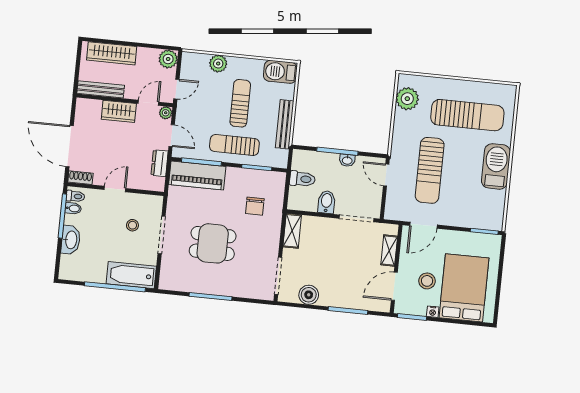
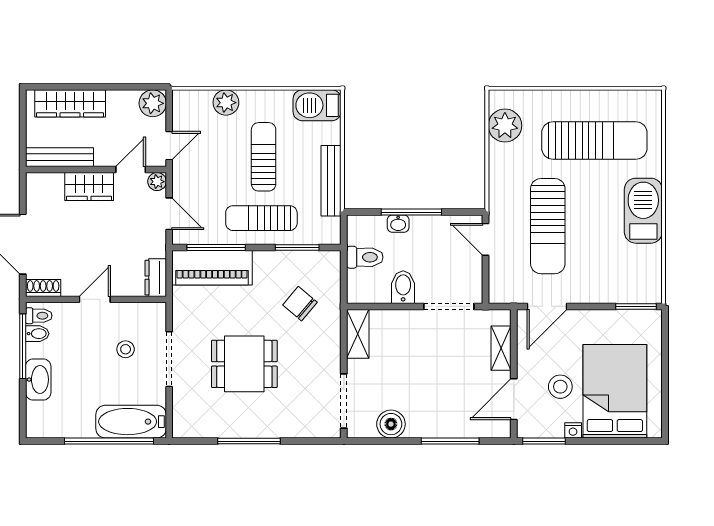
washbasin: (347, 160) -> (398, 224), moved
dresser: (160, 163) -> (156, 278), moved
chair: (255, 206) -> (300, 304), turned 130

